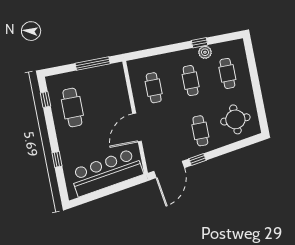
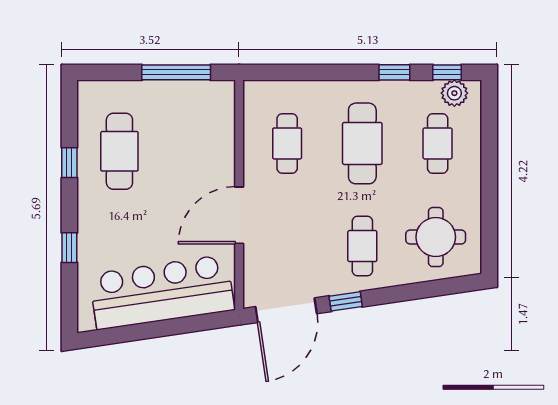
window: (225, 38) -> (447, 72), added
plant: (205, 52) -> (454, 93), moved
cafe table: (191, 81) -> (362, 143), width x1.37, depth x1.35
window: (45, 99) -> (69, 163), moved

